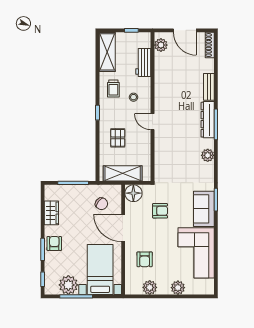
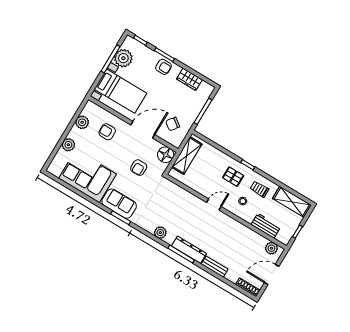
pallet: (118, 138) -> (233, 177), moved

